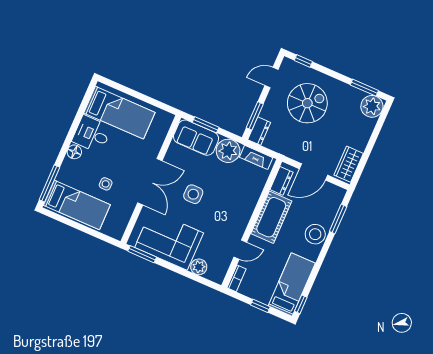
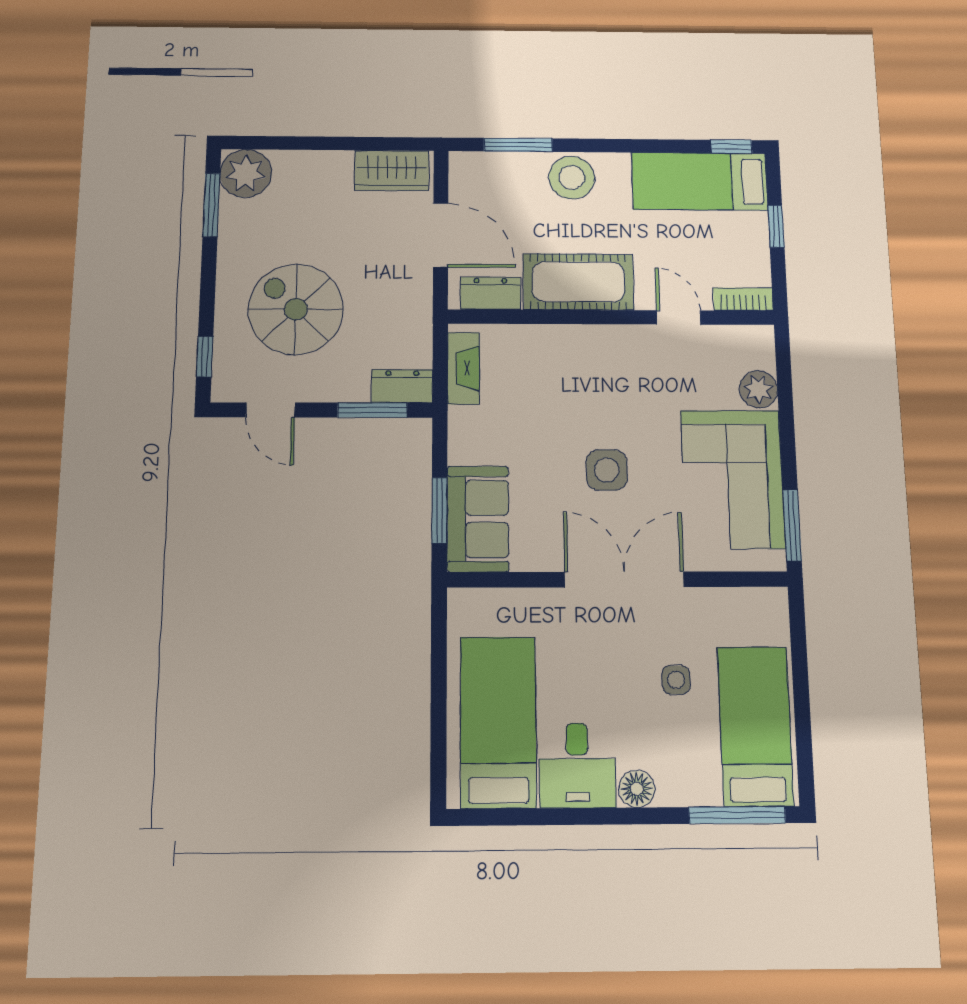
plant: (228, 151) -> (476, 435), removed

